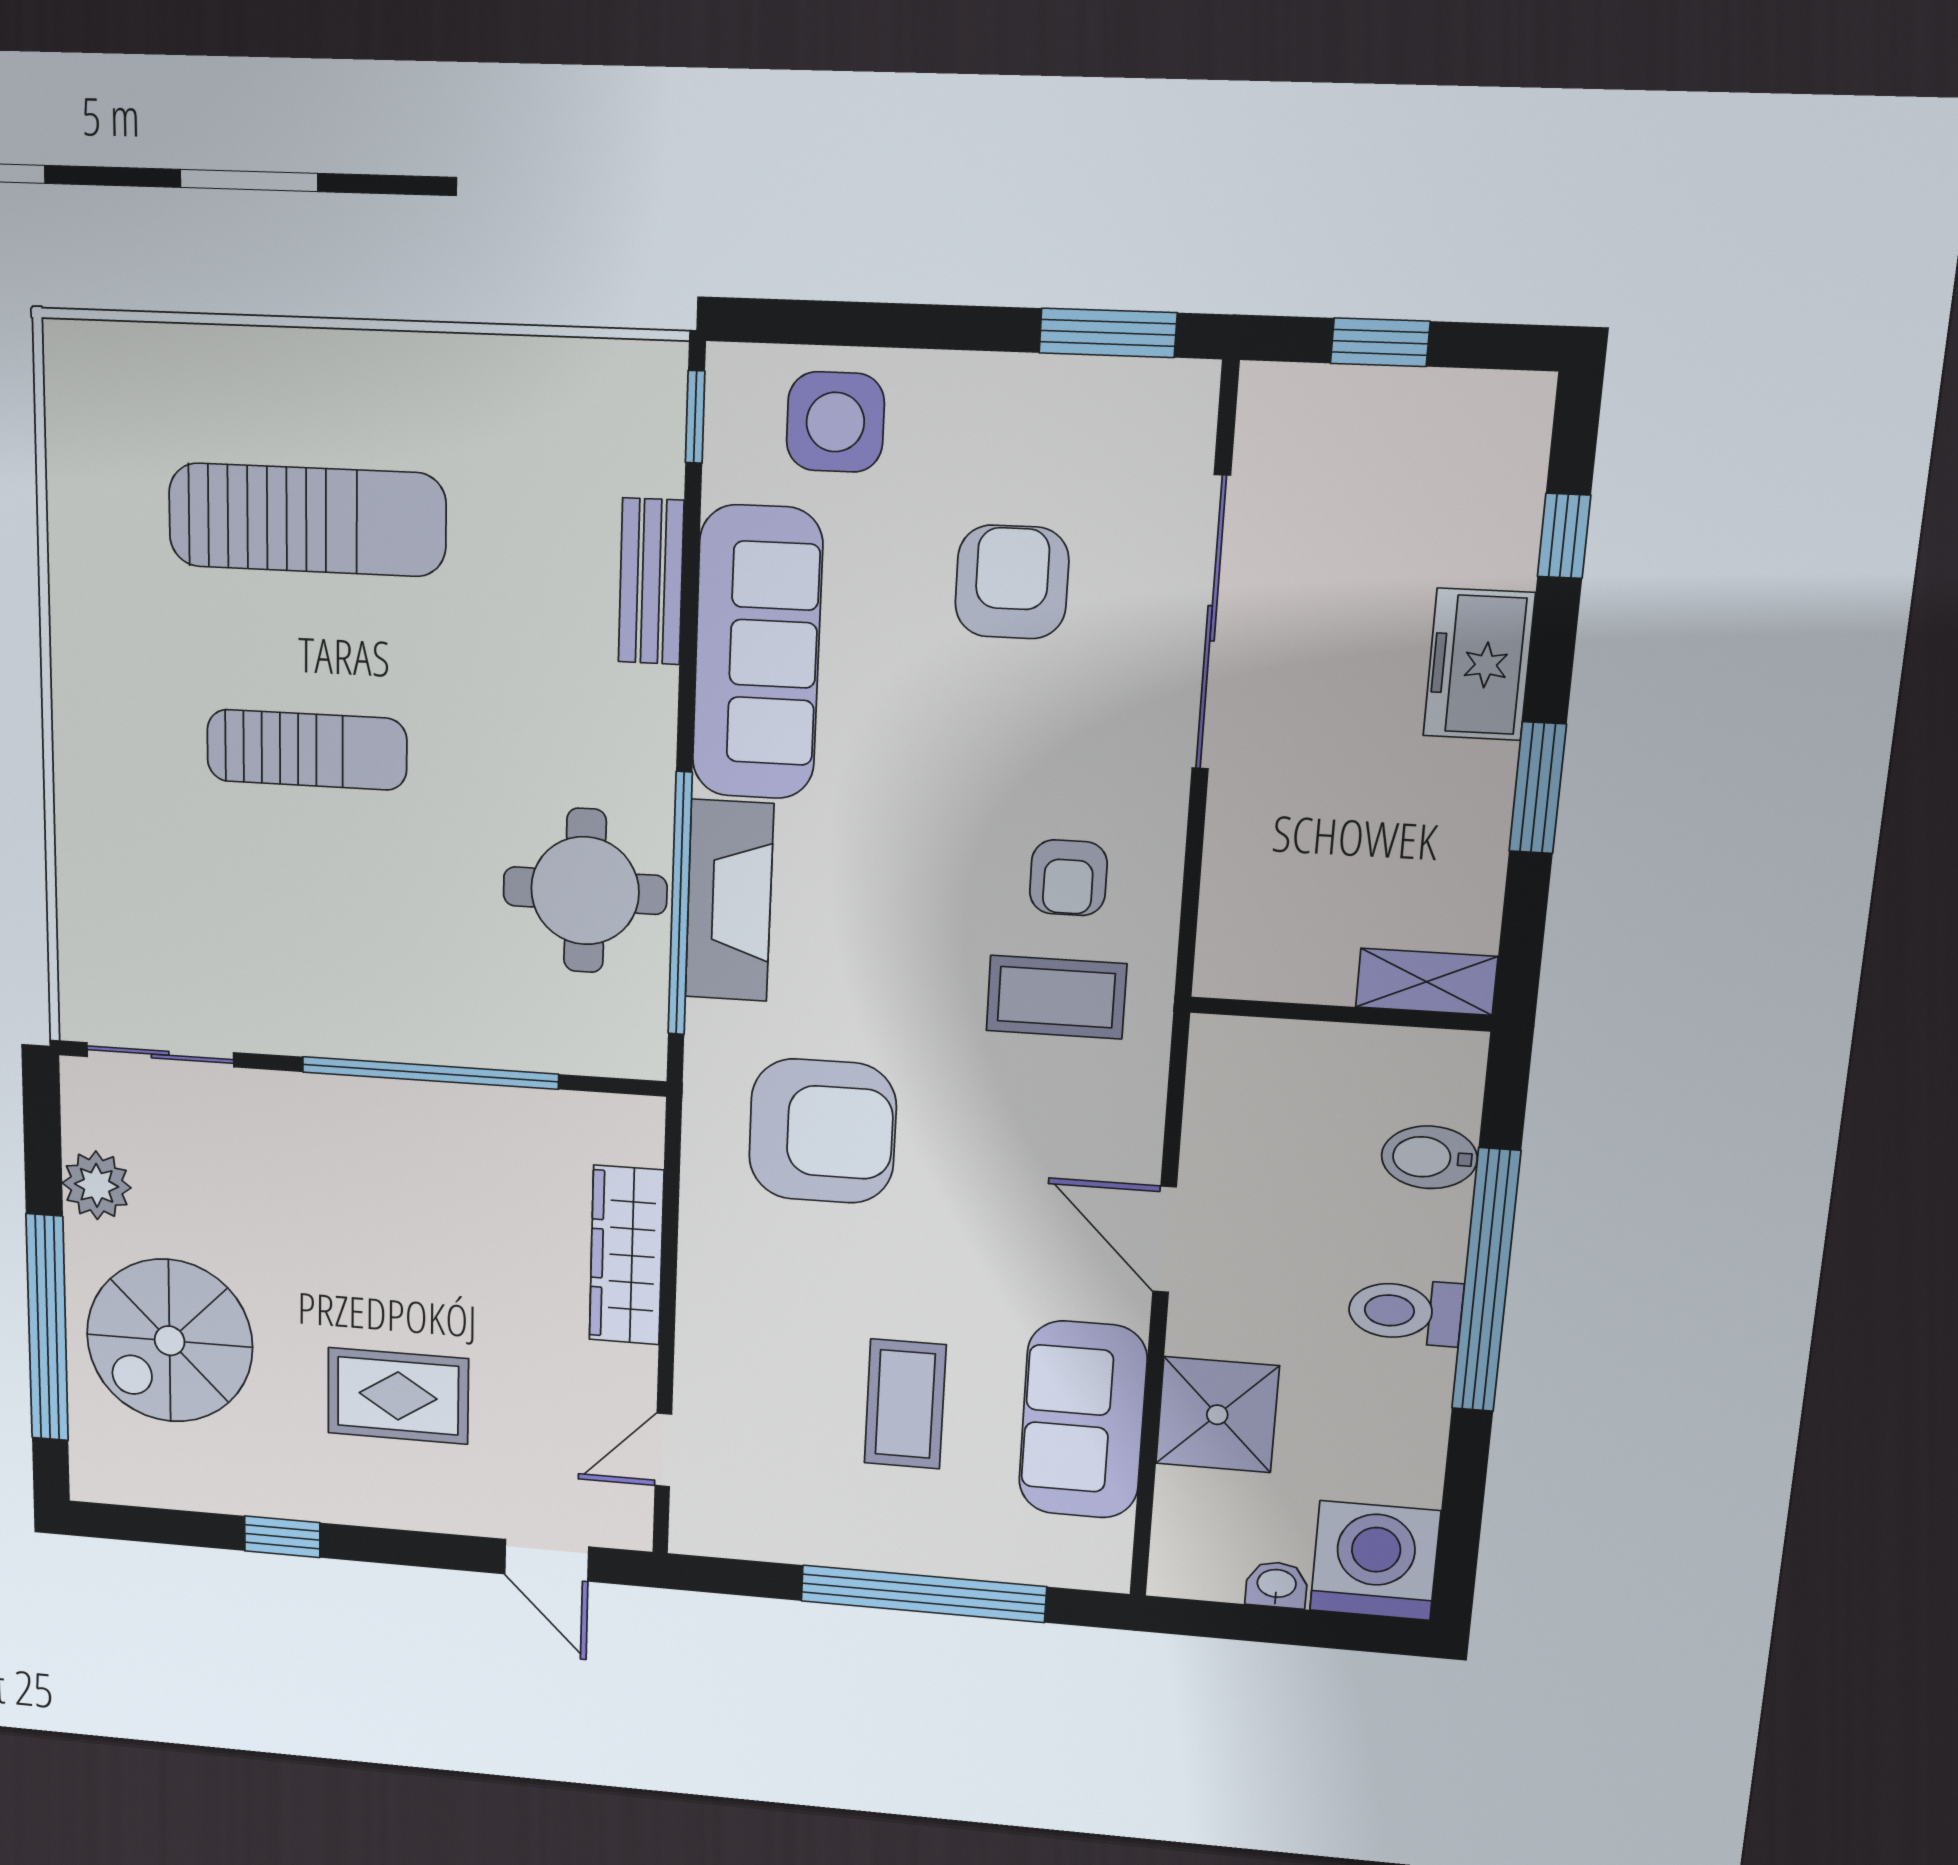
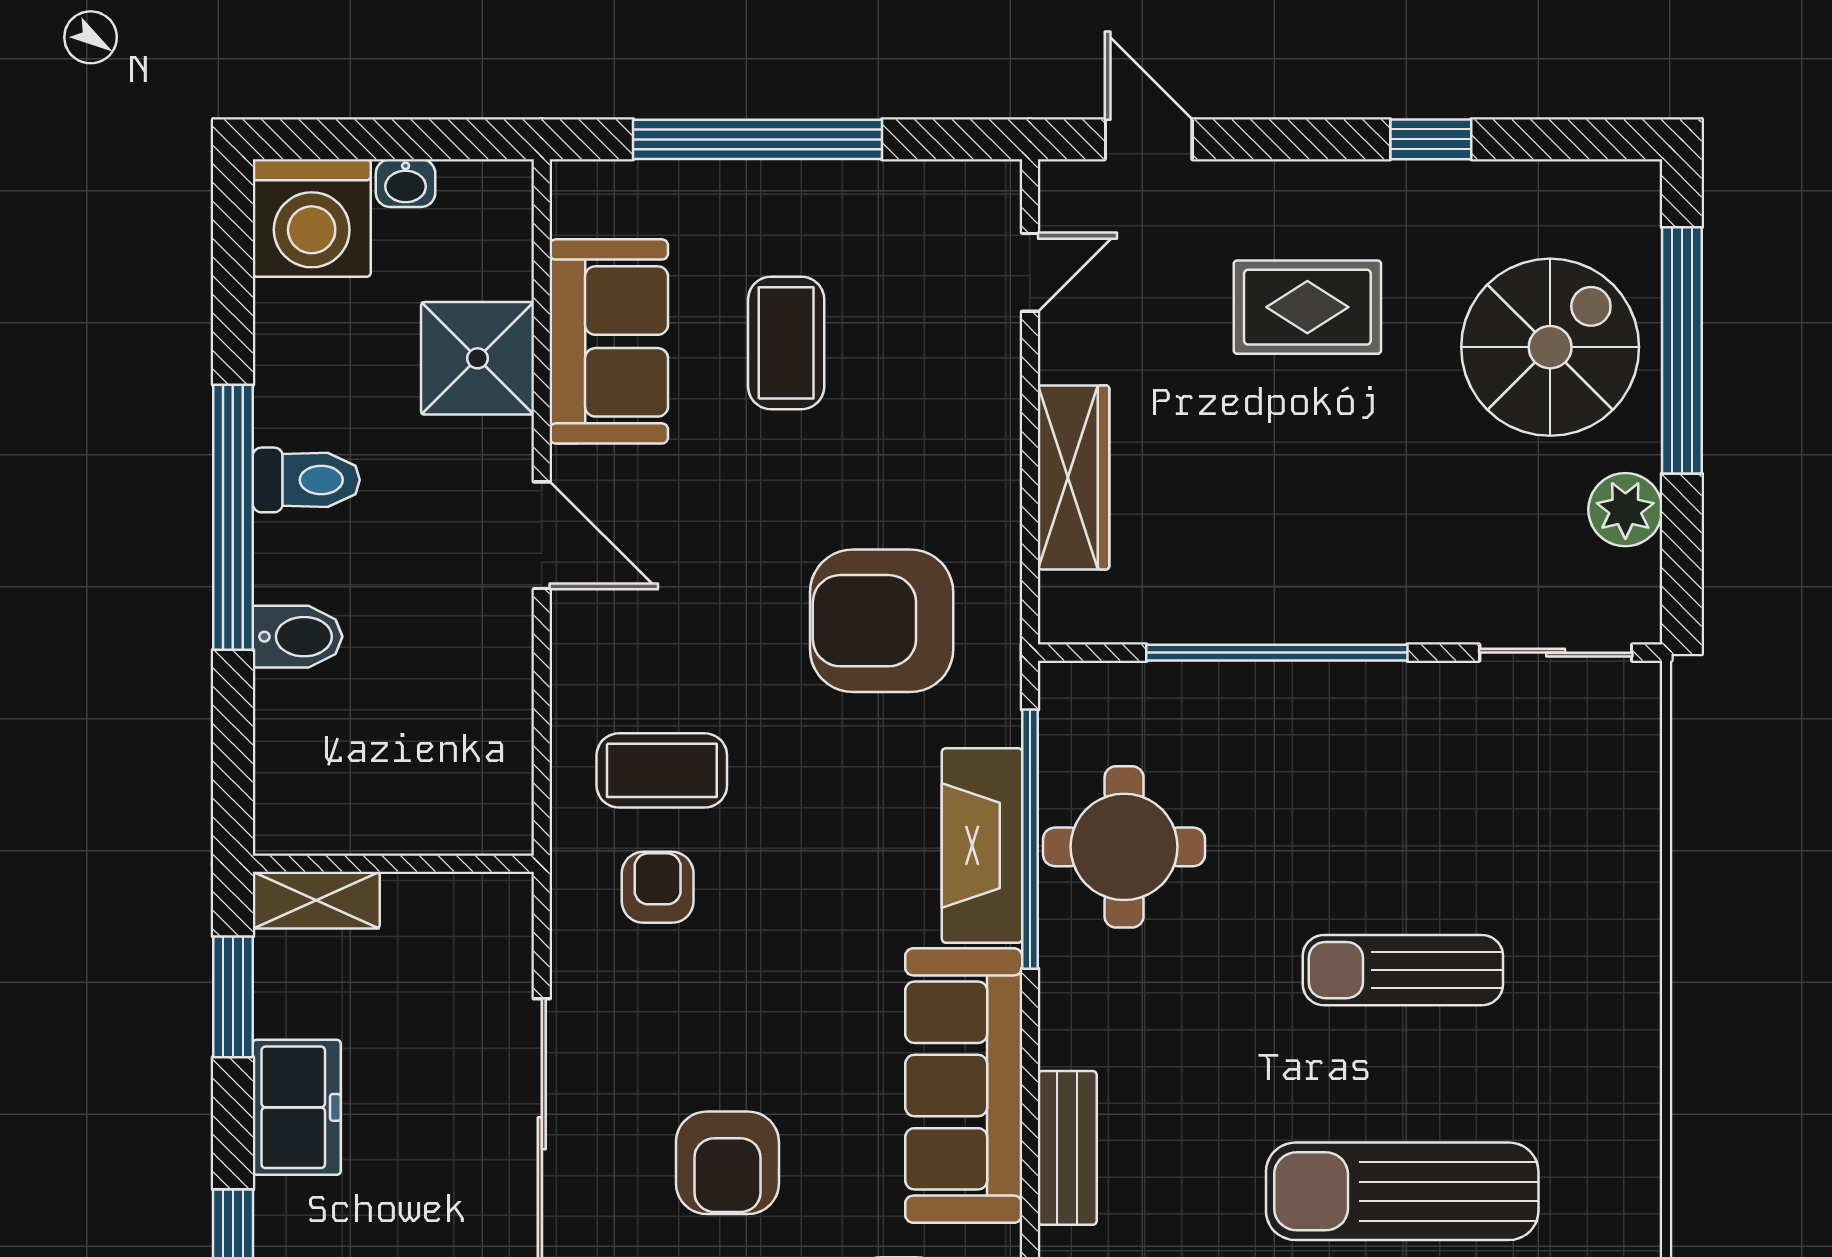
shelving: (1426, 982) -> (316, 900), moved
wall: (1340, 1014) -> (393, 864), moved

